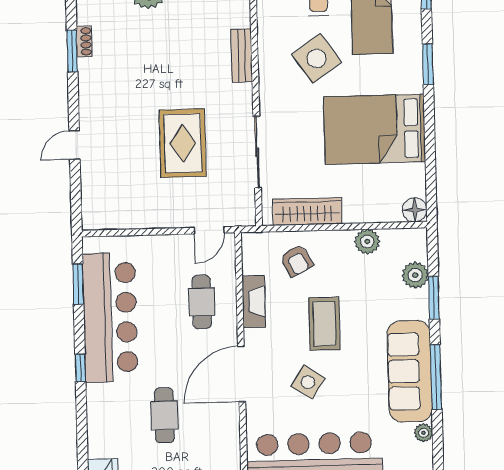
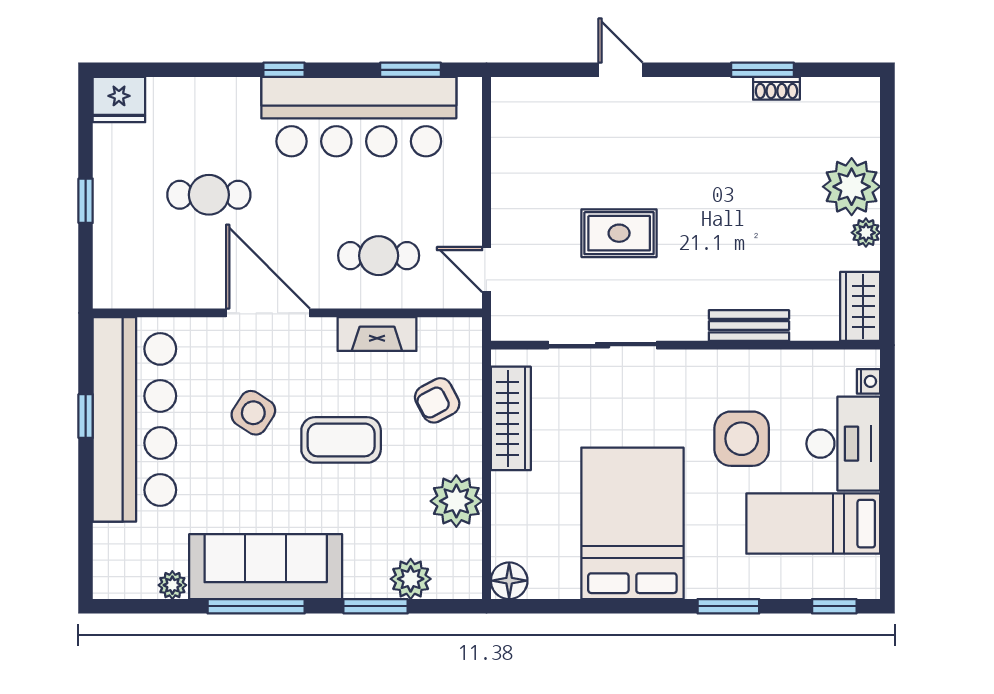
side table: (317, 58) -> (742, 439), turned 35
rug: (183, 143) -> (619, 233), width x0.73, depth x0.70
plant: (367, 242) -> (456, 501), width x1.36, depth x1.36

